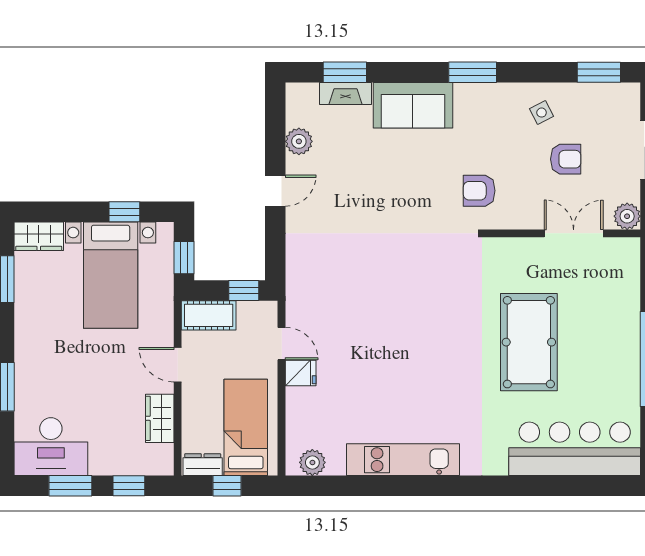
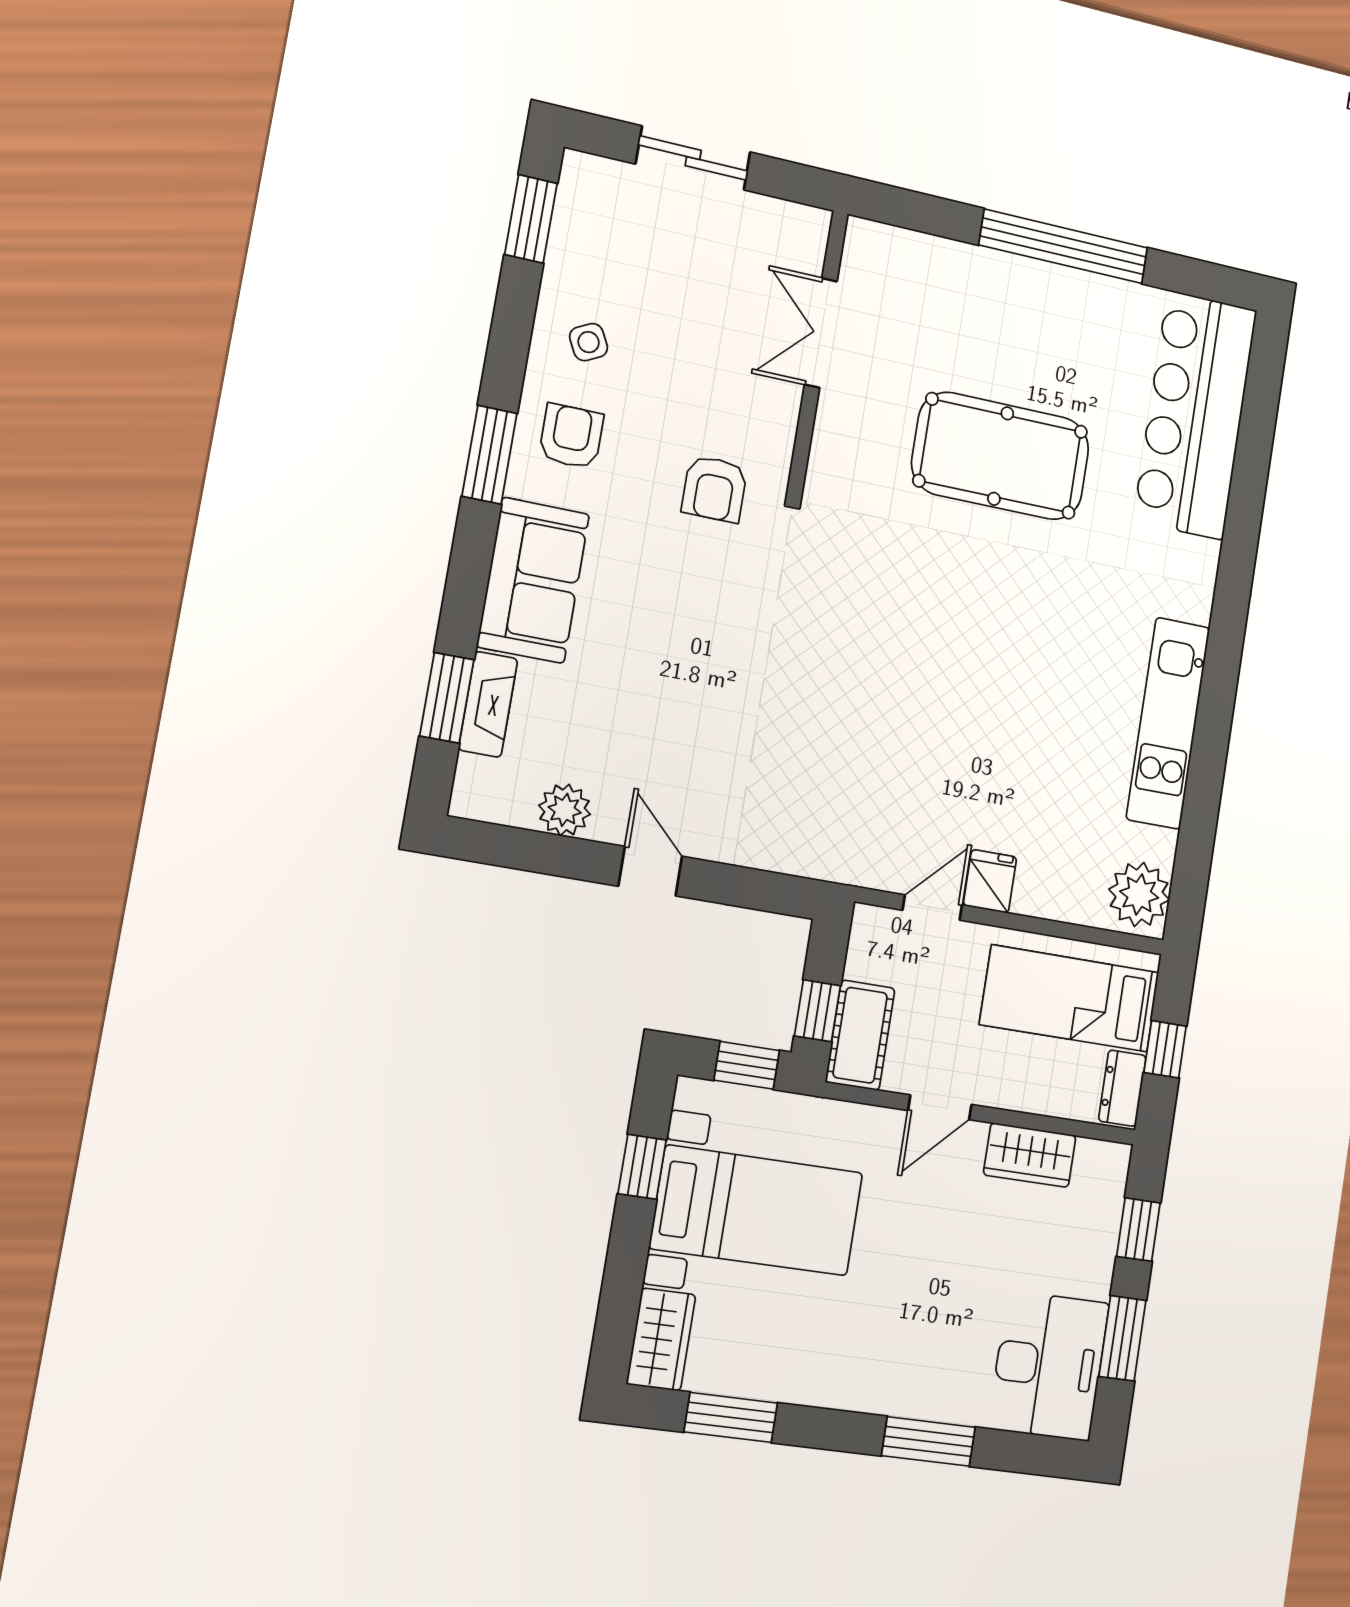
armchair: (566, 159) -> (571, 436), moved
plant: (627, 216) -> (806, 229), removed
window: (244, 290) -> (817, 1011), moved
plant: (312, 462) -> (1139, 894), width x1.36, depth x1.36

